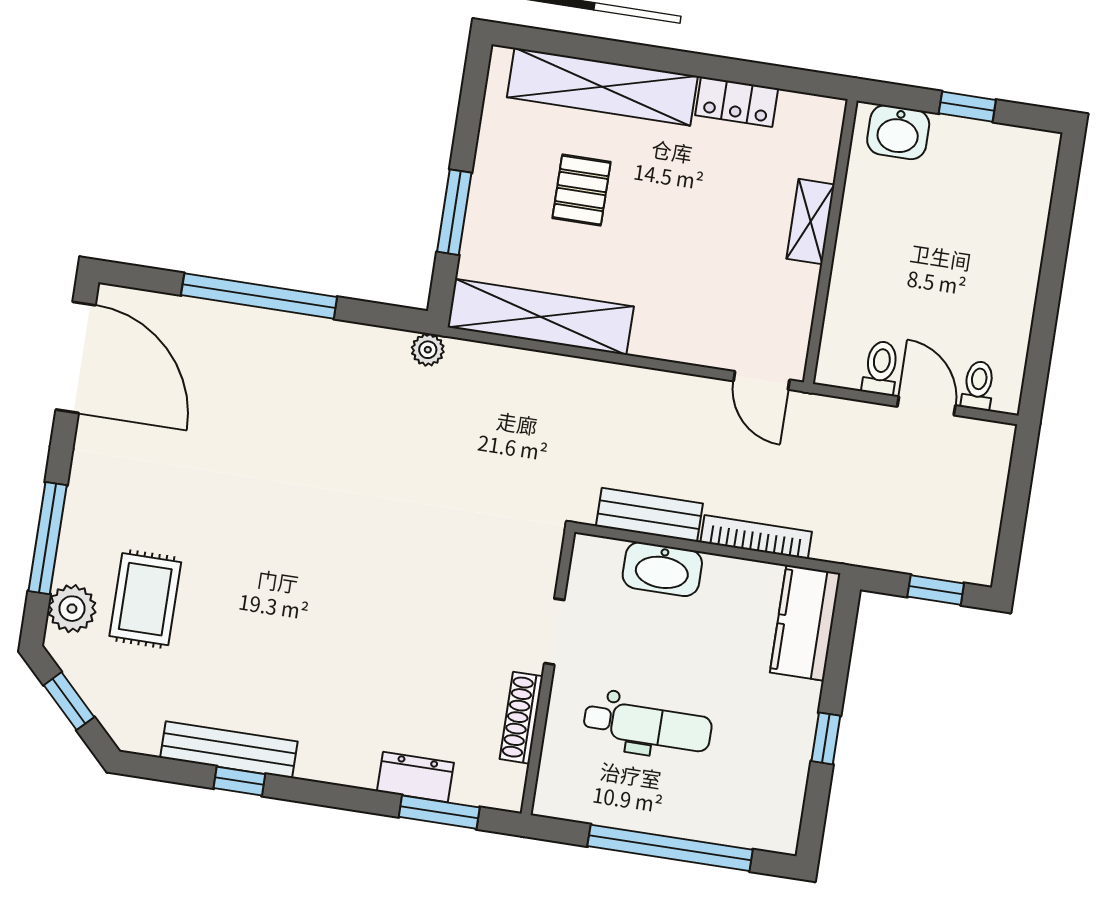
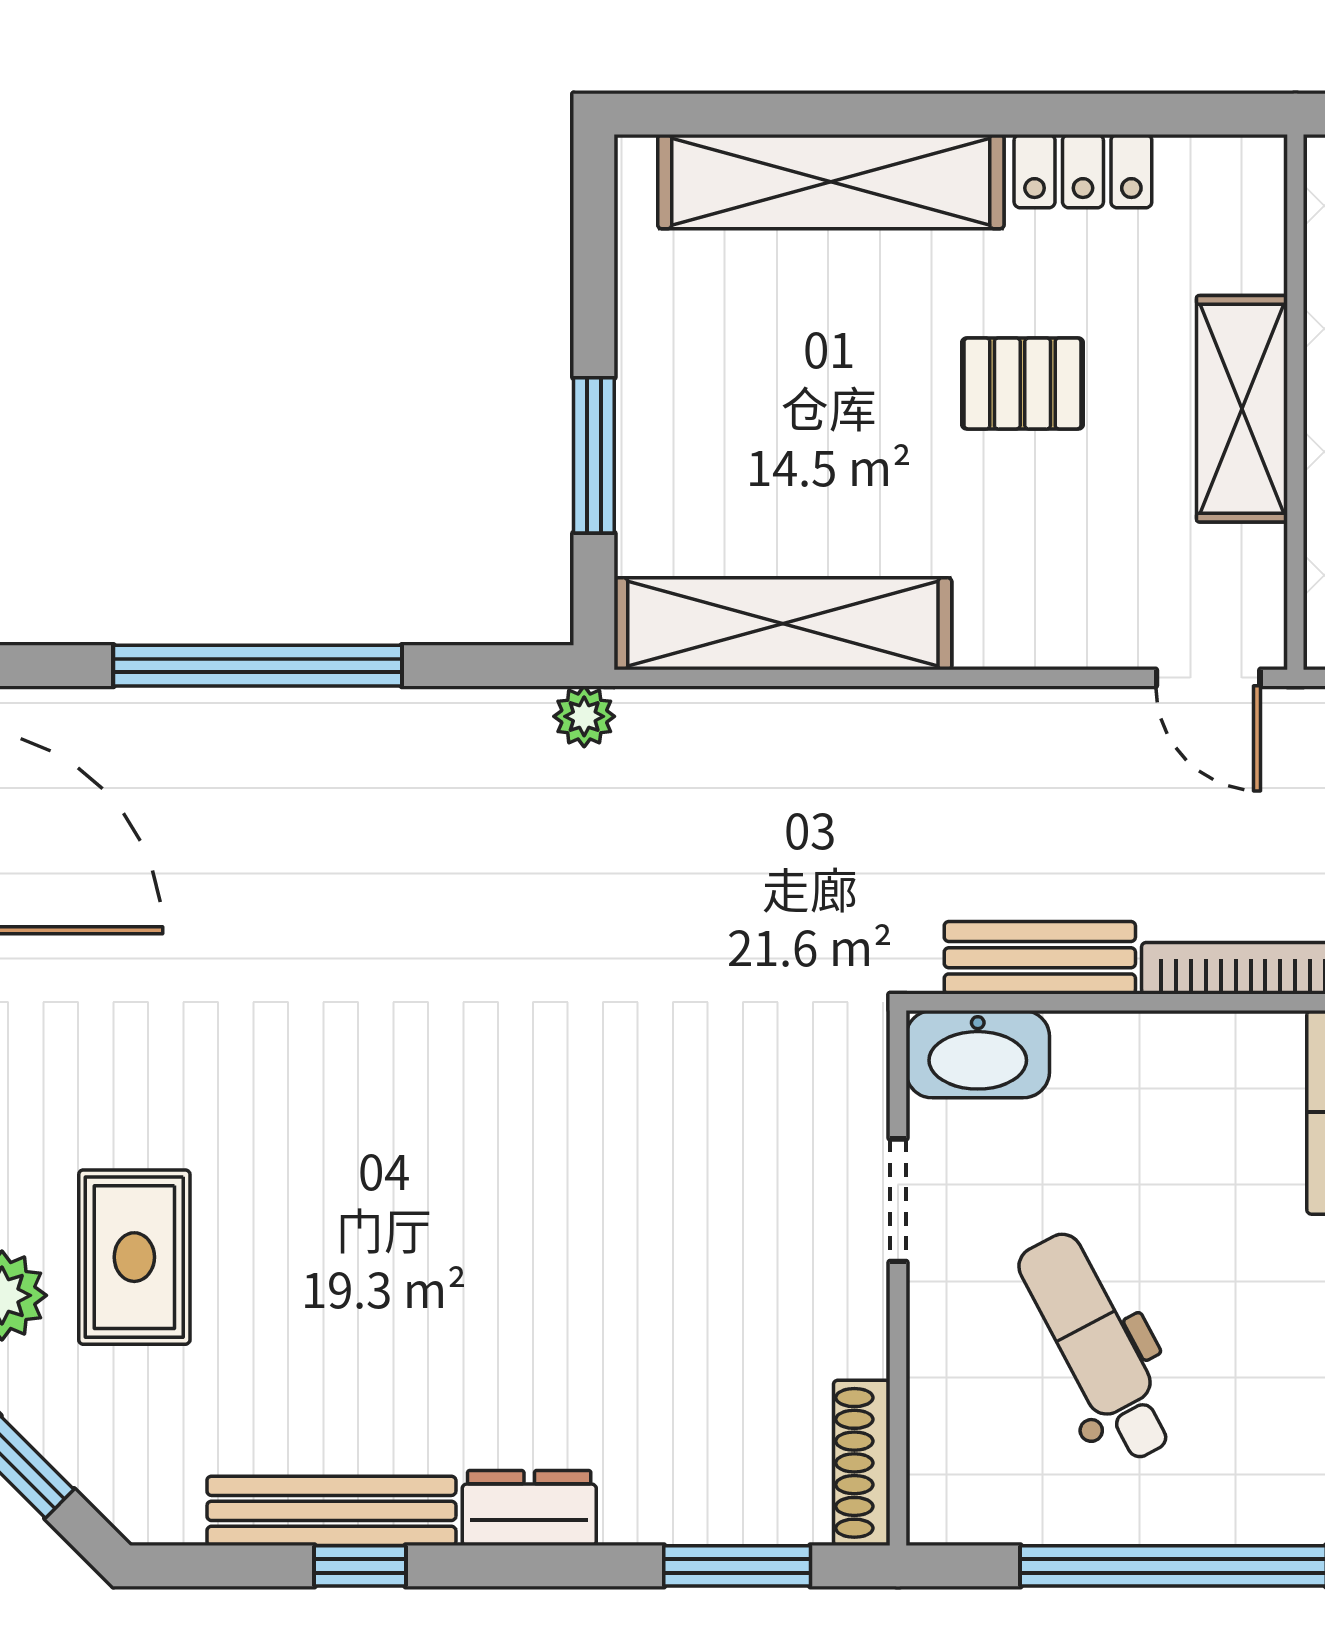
pallet: (582, 190) -> (1022, 383), moved, turned 90
shelving: (810, 222) -> (1242, 409), width x1.50, depth x1.33
washbasin: (662, 569) -> (978, 1054), moved
shoe rack: (521, 718) -> (862, 1463), moved
dental chair: (648, 726) -> (1097, 1347), turned -118
dresser: (415, 777) -> (529, 1508), moved

